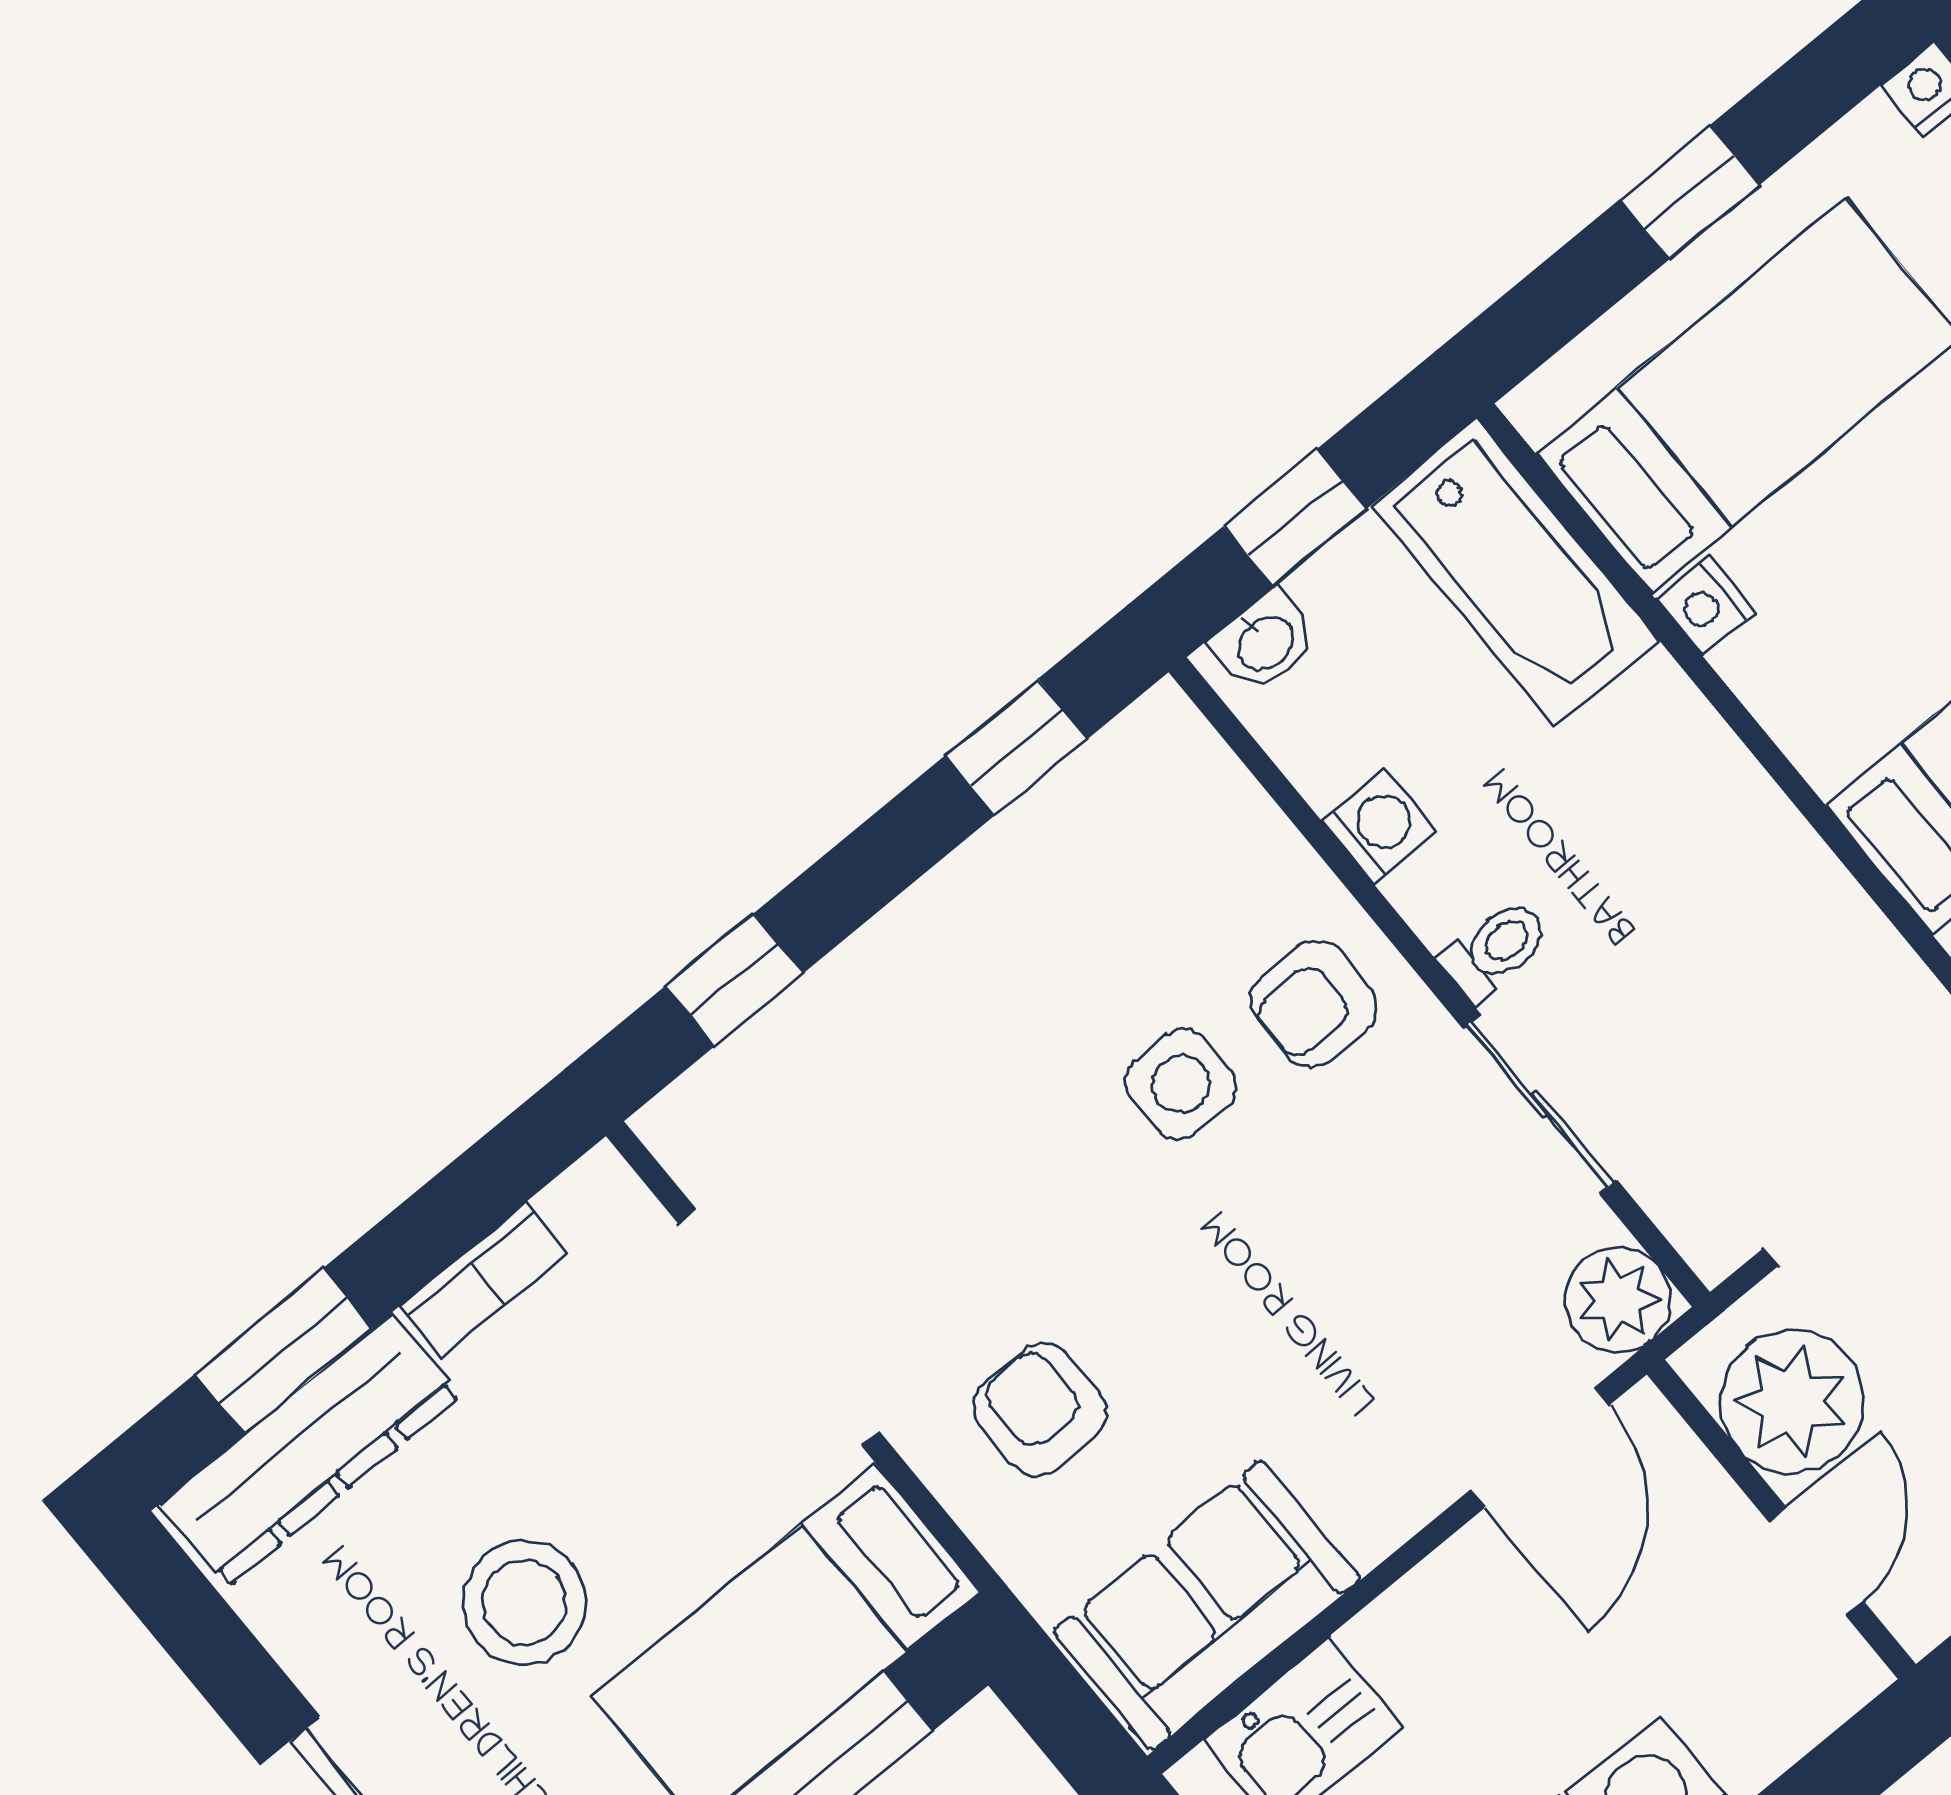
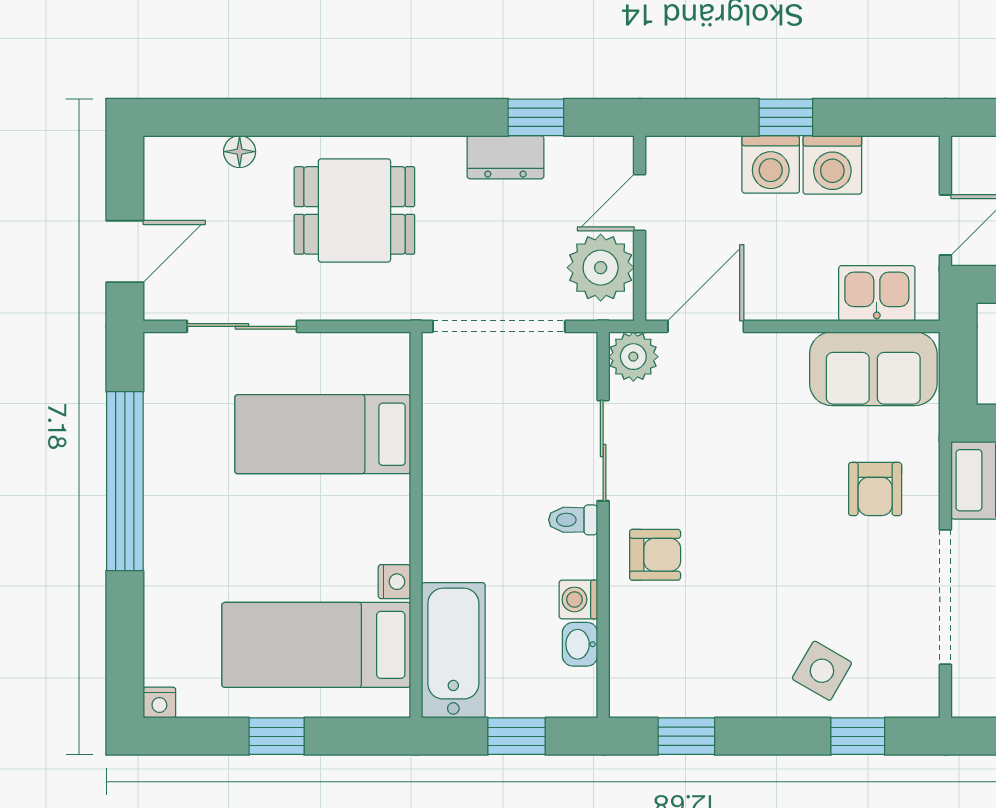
washbasin: (1265, 642) -> (580, 644), moved, turned -90
side table: (1181, 1084) -> (822, 671), moved, turned 30

